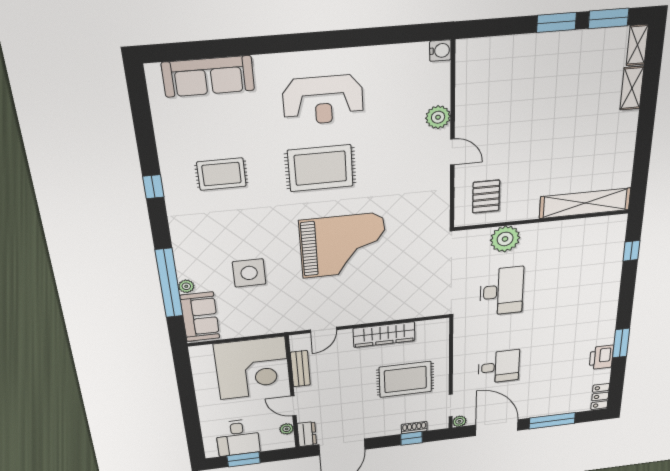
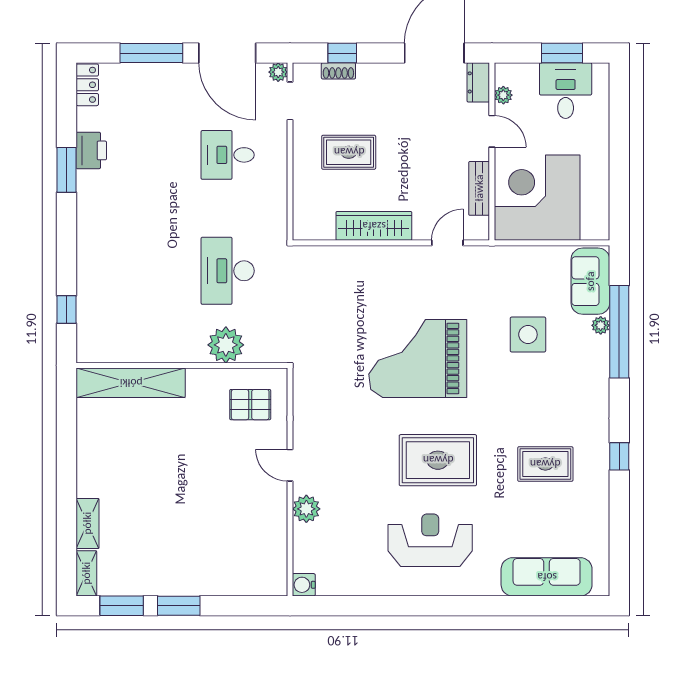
pallet: (486, 196) -> (250, 405), turned 90
rug: (405, 379) -> (349, 152), width x0.73, depth x0.70

